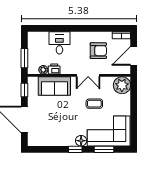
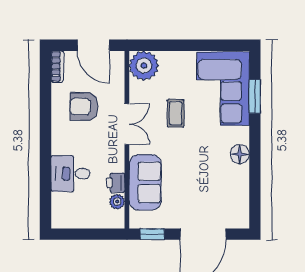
armchair: (98, 51) -> (84, 106), turned -90
window: (24, 58) -> (97, 234), removed
floor lamp: (81, 141) -> (240, 154), moved
window: (75, 149) -> (255, 146), removed

